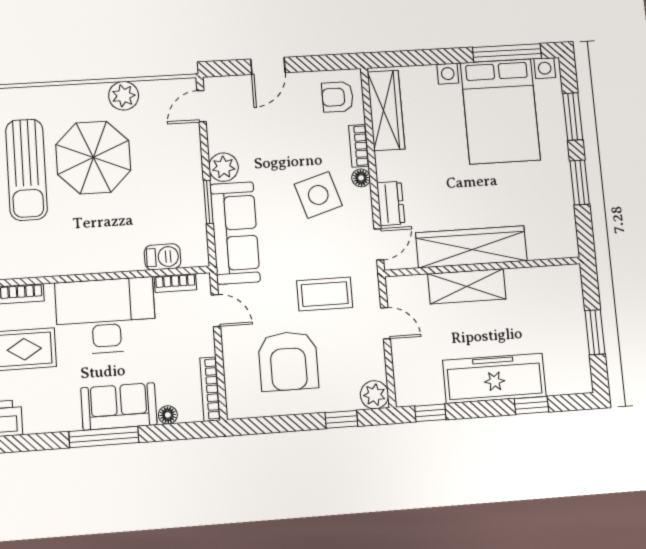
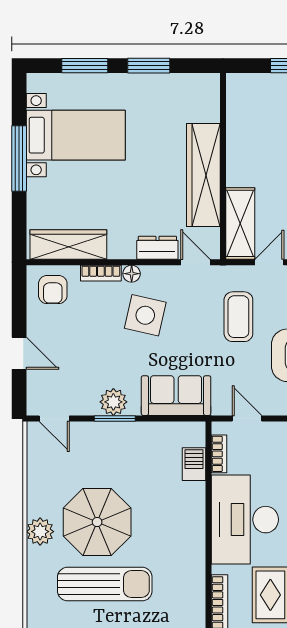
window: (507, 53) -> (19, 159), moved
plant: (124, 96) -> (40, 532), moved
bed with nightstands: (500, 111) -> (76, 135), width x0.73
side table: (318, 195) -> (145, 315), turned 30
window: (208, 202) -> (115, 418), moved
sofa: (235, 233) -> (176, 396), width x0.73
shelving: (467, 286) -> (240, 223), moved
door: (216, 311) -> (247, 418), hinge flipped

